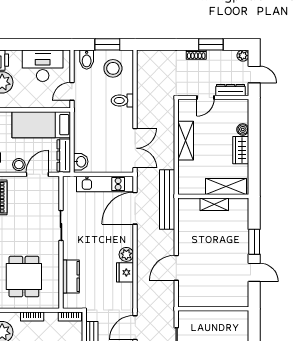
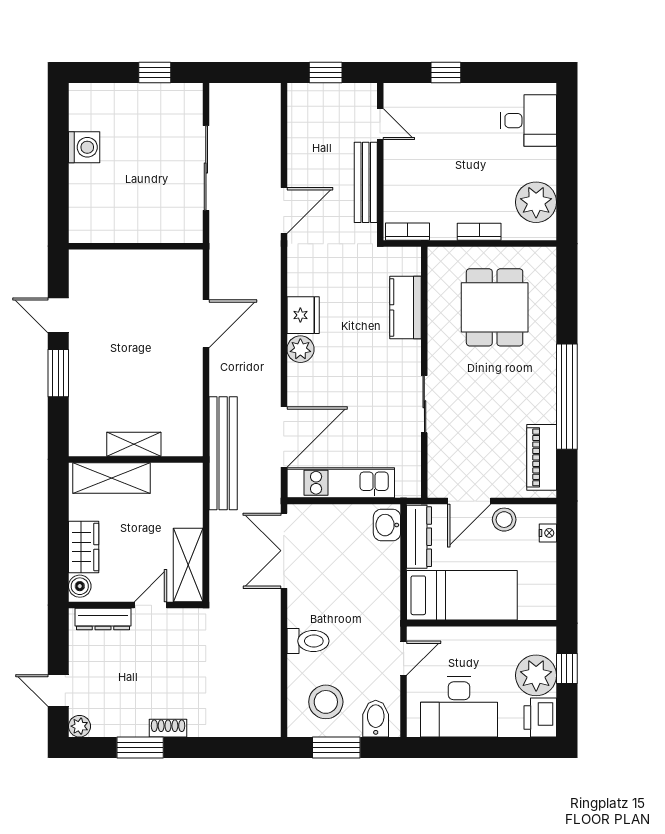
dresser: (231, 90) -> (103, 619), moved
door: (205, 98) -> (150, 605), moved
wall: (213, 98) -> (136, 605), moved

